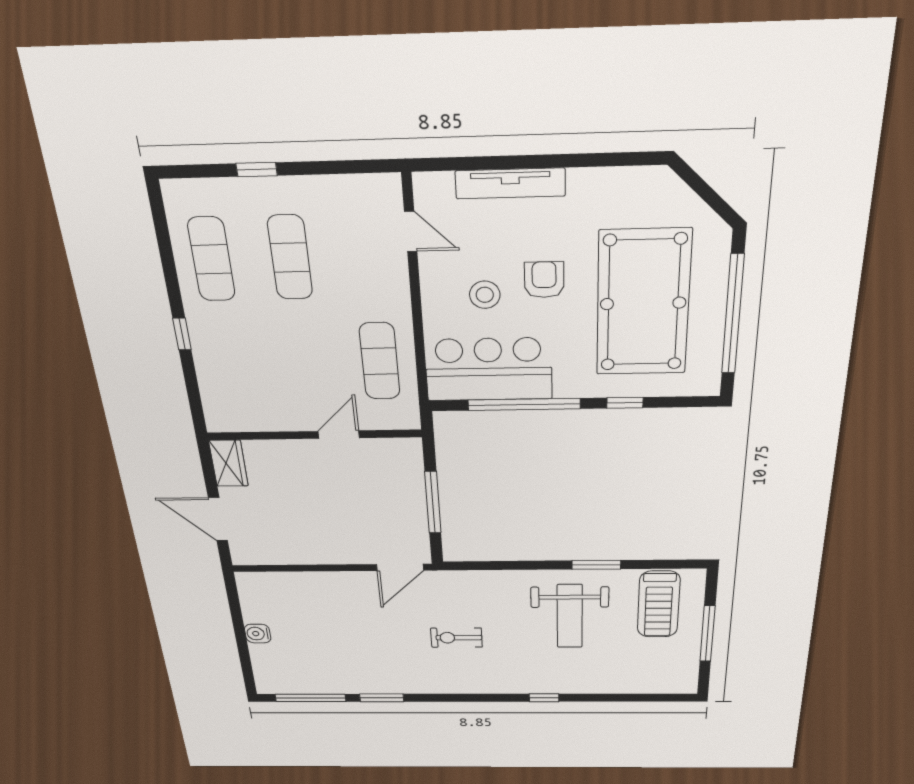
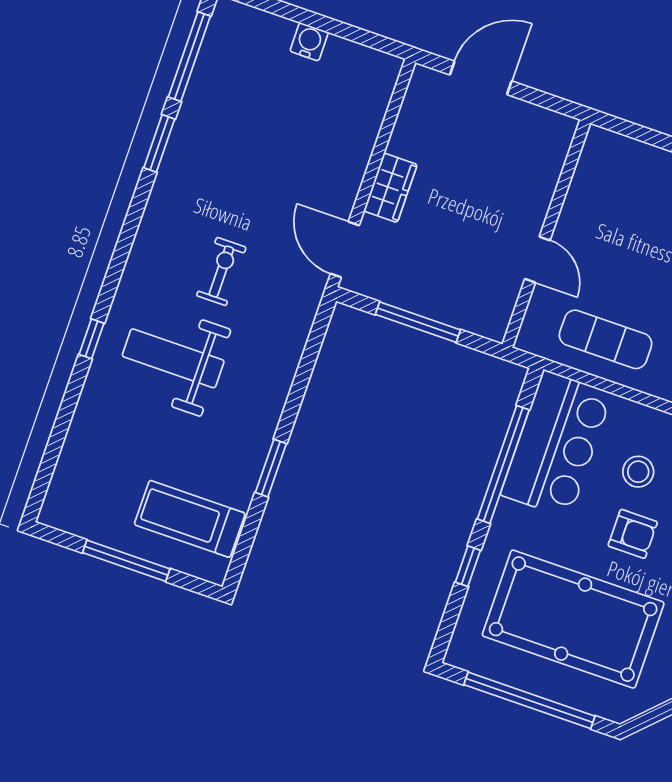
wardrobe: (229, 463) -> (390, 188), moved, turned -90
weight bench: (570, 616) -> (173, 358), moved

